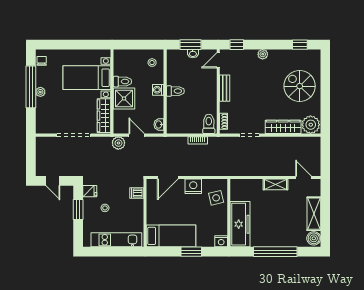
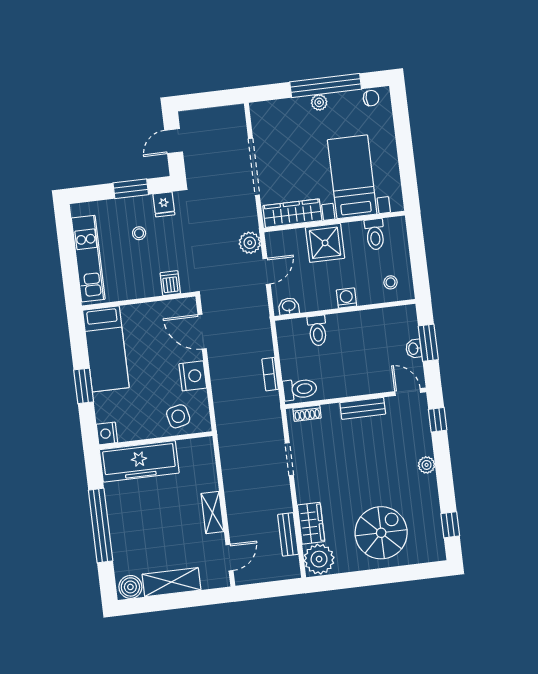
toilet: (122, 82) -> (375, 234), moved
toilet: (175, 91) -> (317, 331), moved
wardrobe: (283, 127) -> (311, 523), width x0.67
bench: (294, 141) -> (288, 534), added

